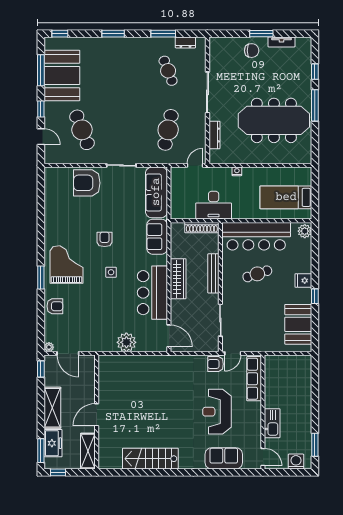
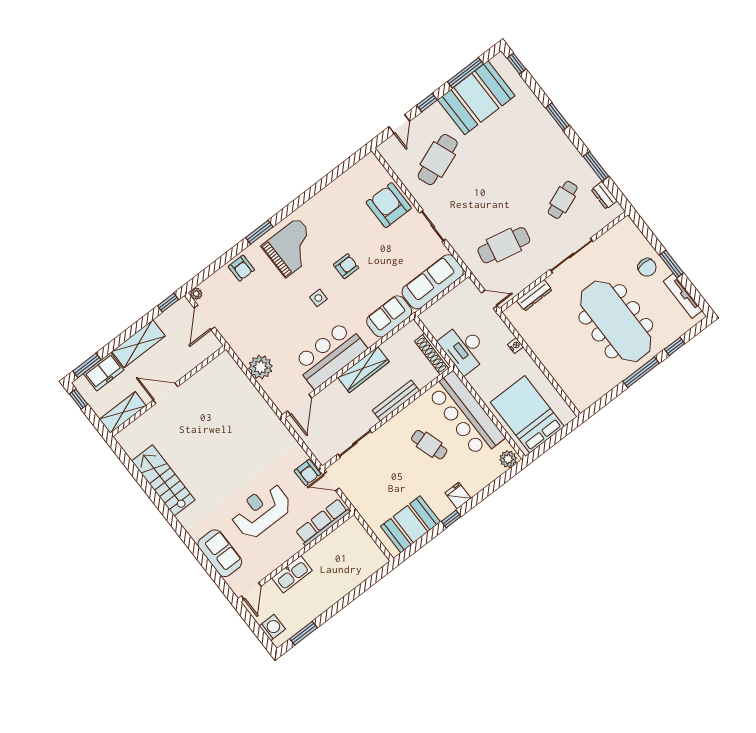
tv unit: (282, 42) -> (683, 296), width x1.41
meeting table: (274, 120) -> (616, 321), moved
bed: (286, 197) -> (527, 414), width x1.50
armchair: (216, 364) -> (307, 472), turned 180

